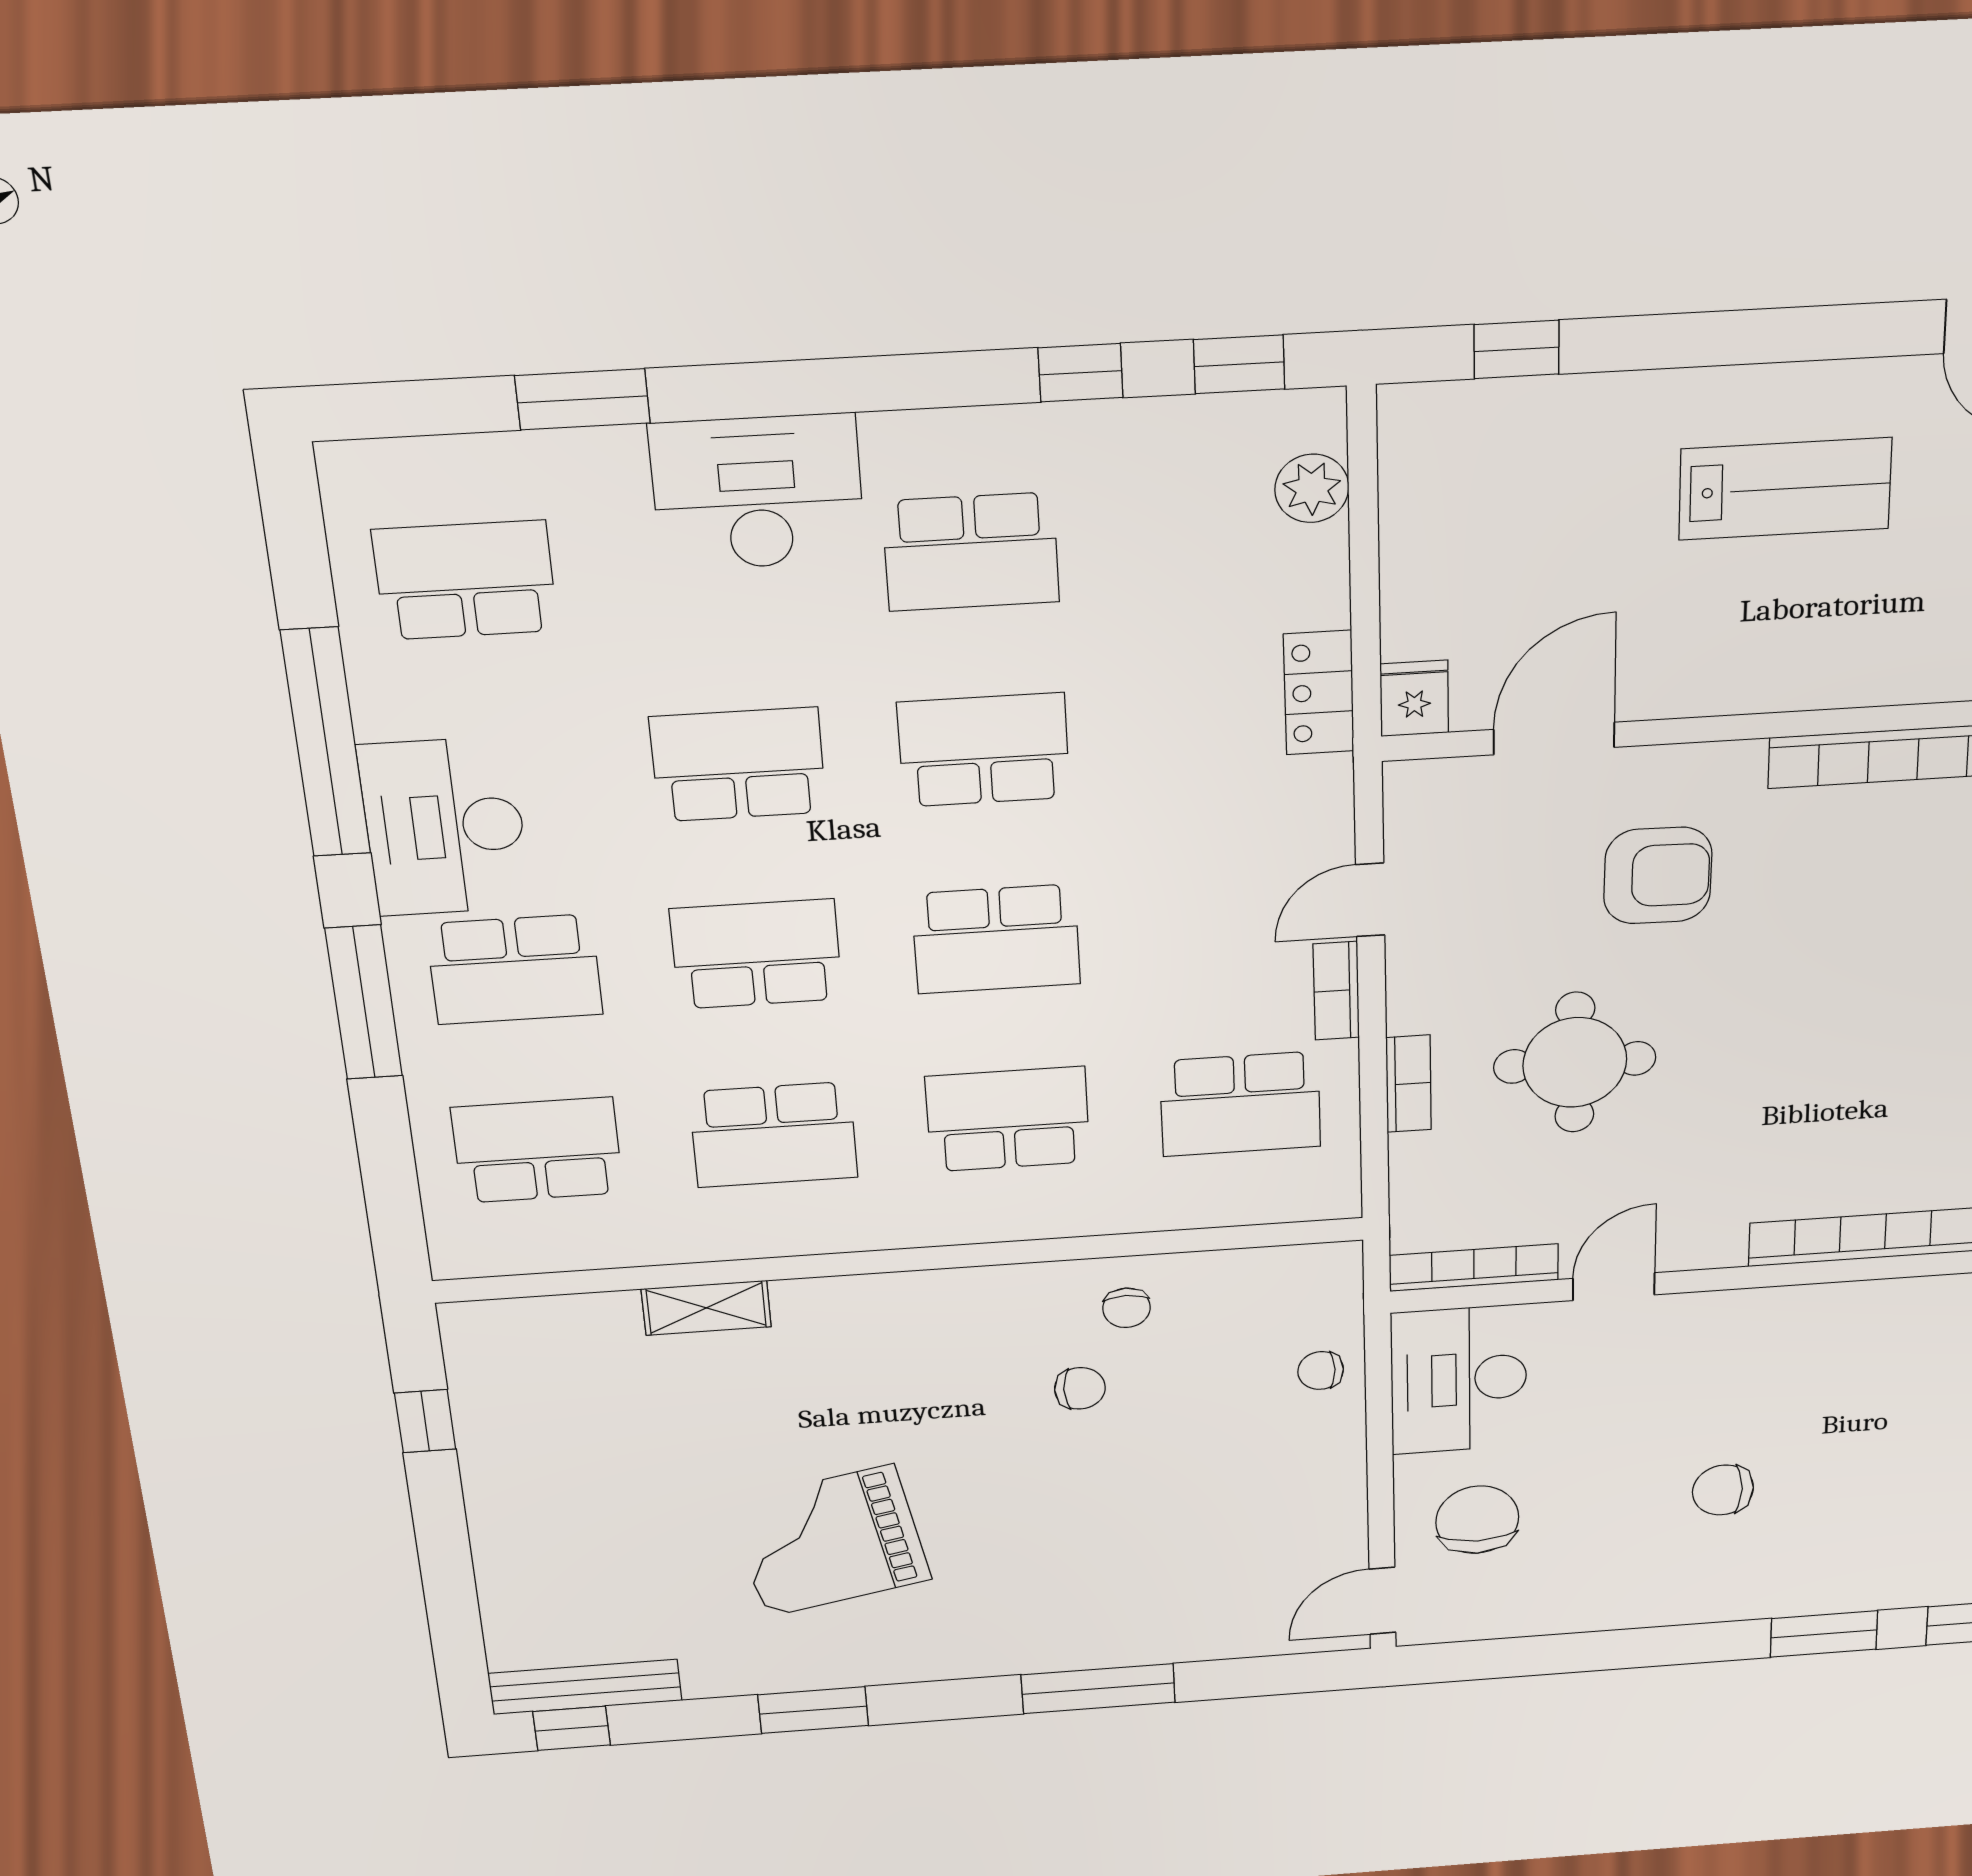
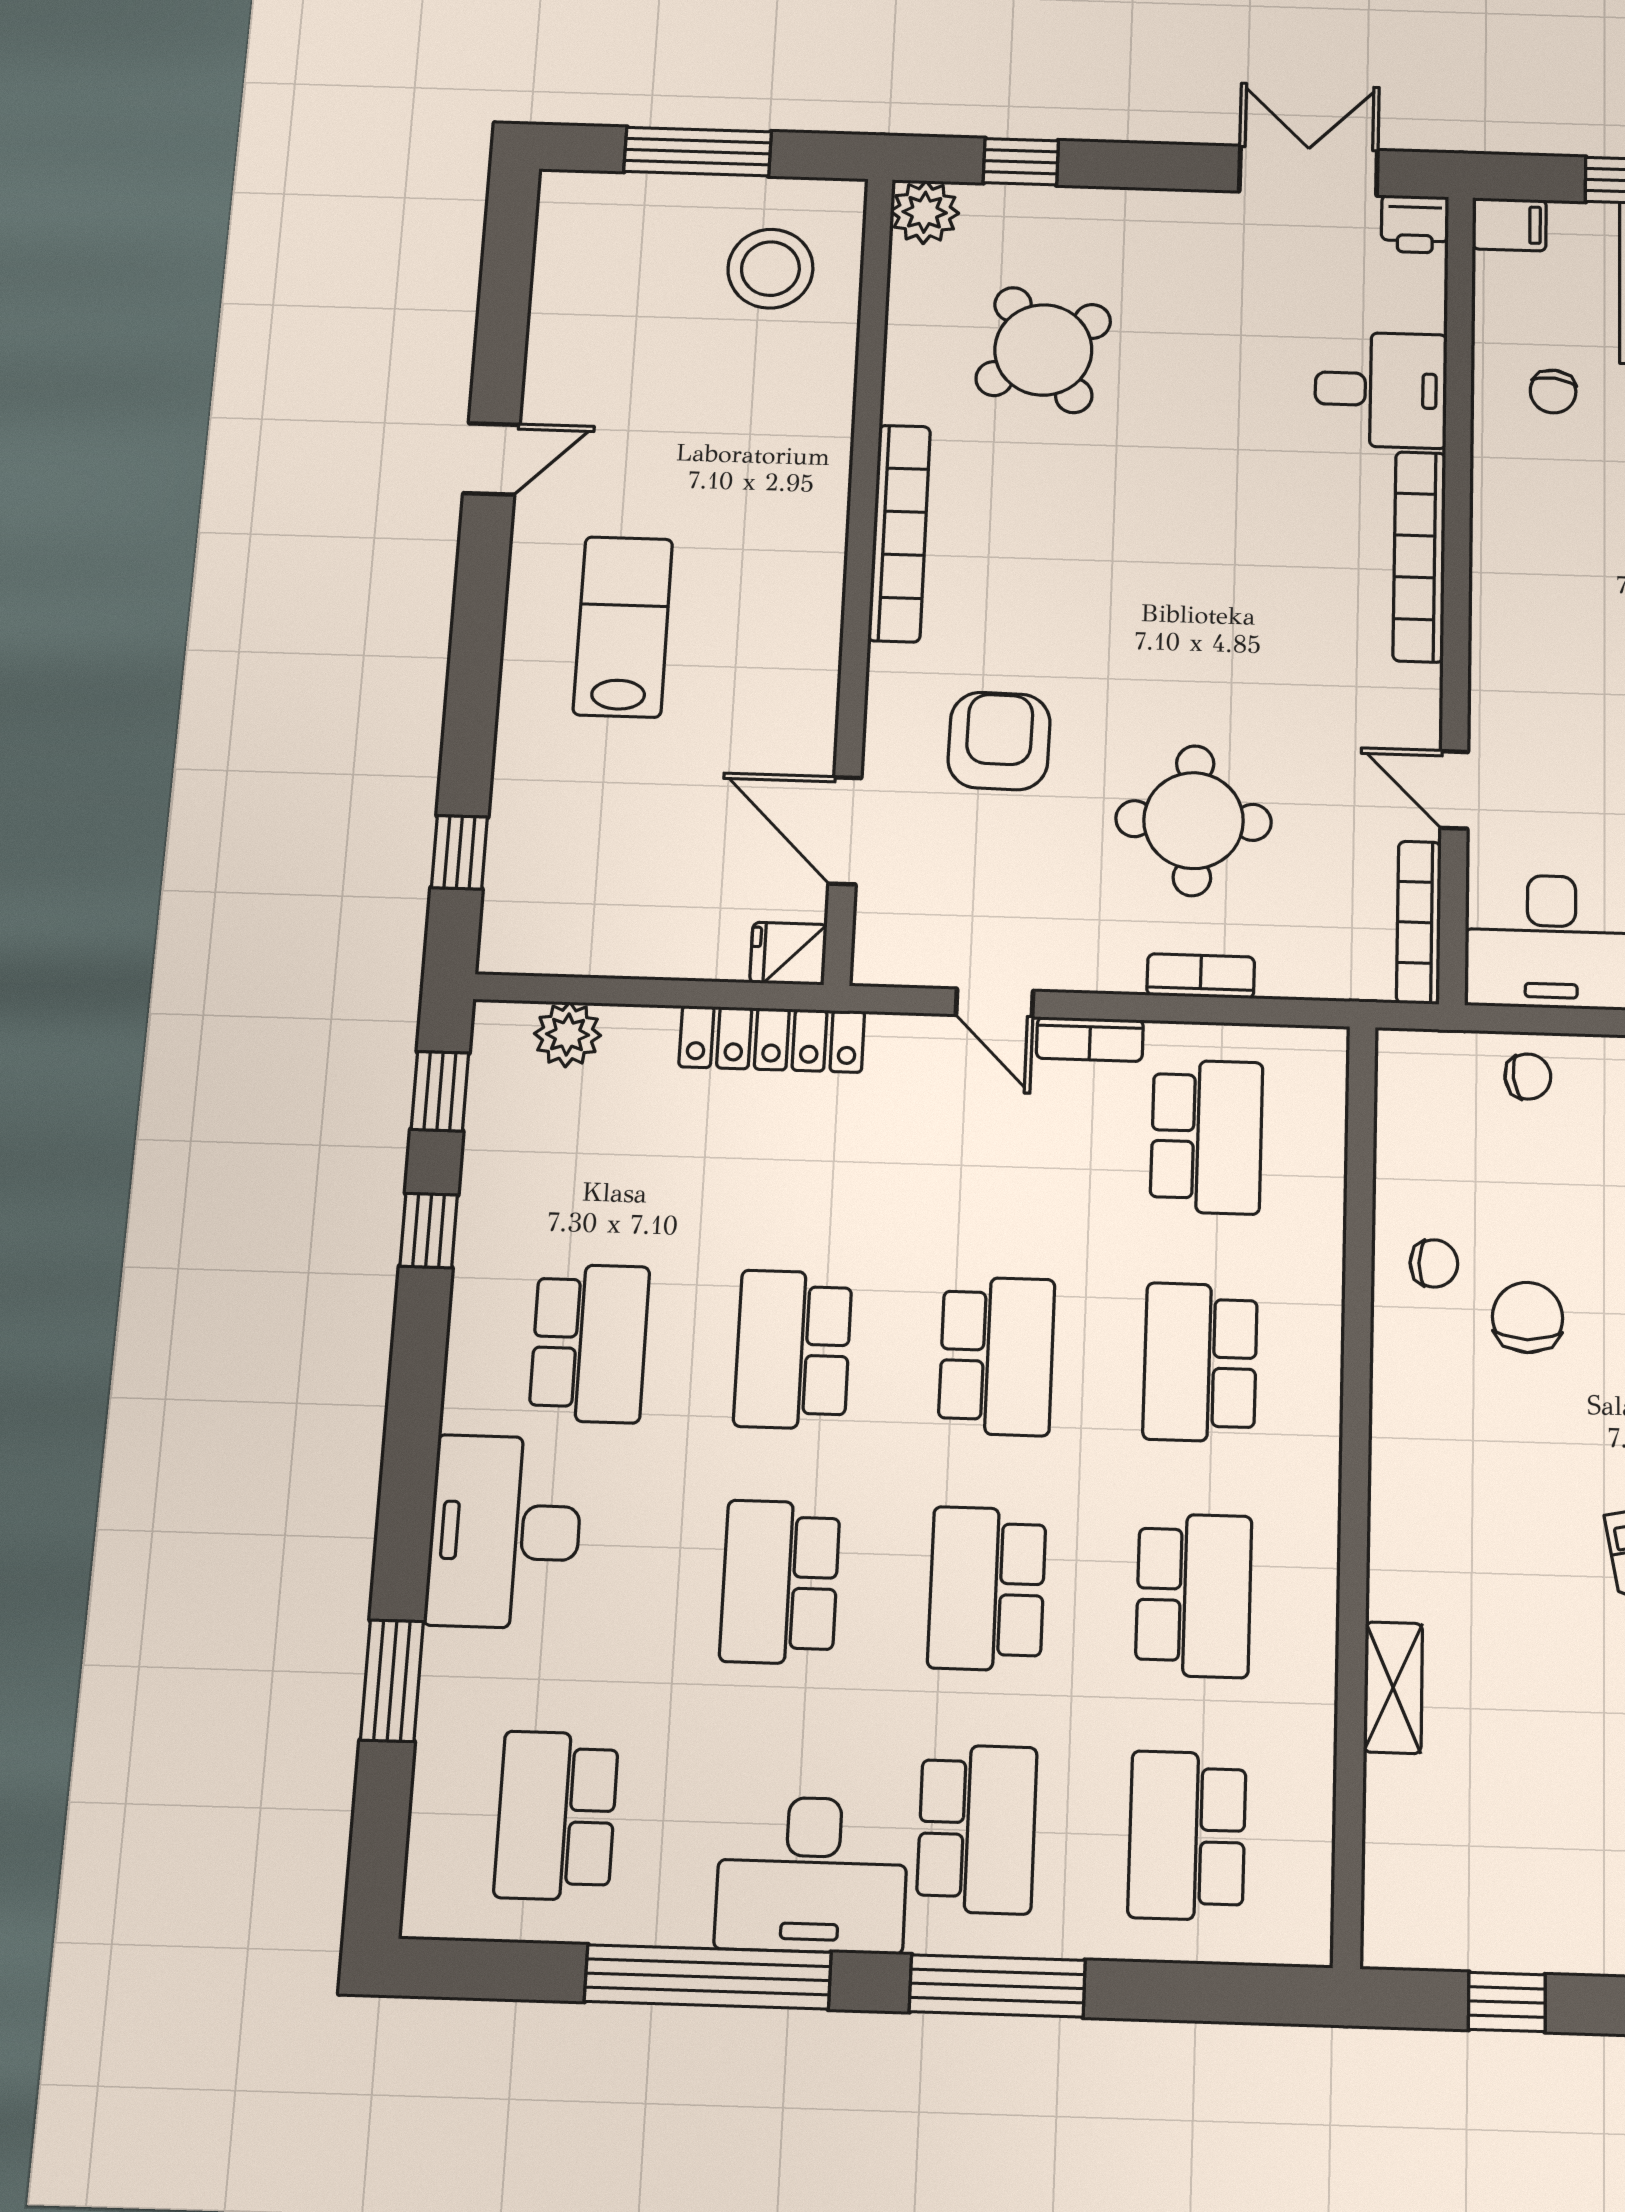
locker: (1319, 693) -> (772, 1039), width x1.53
chair: (1321, 1370) -> (1528, 1076), turned -98
chair: (1080, 1388) -> (1528, 1317), width x1.37, depth x1.37

